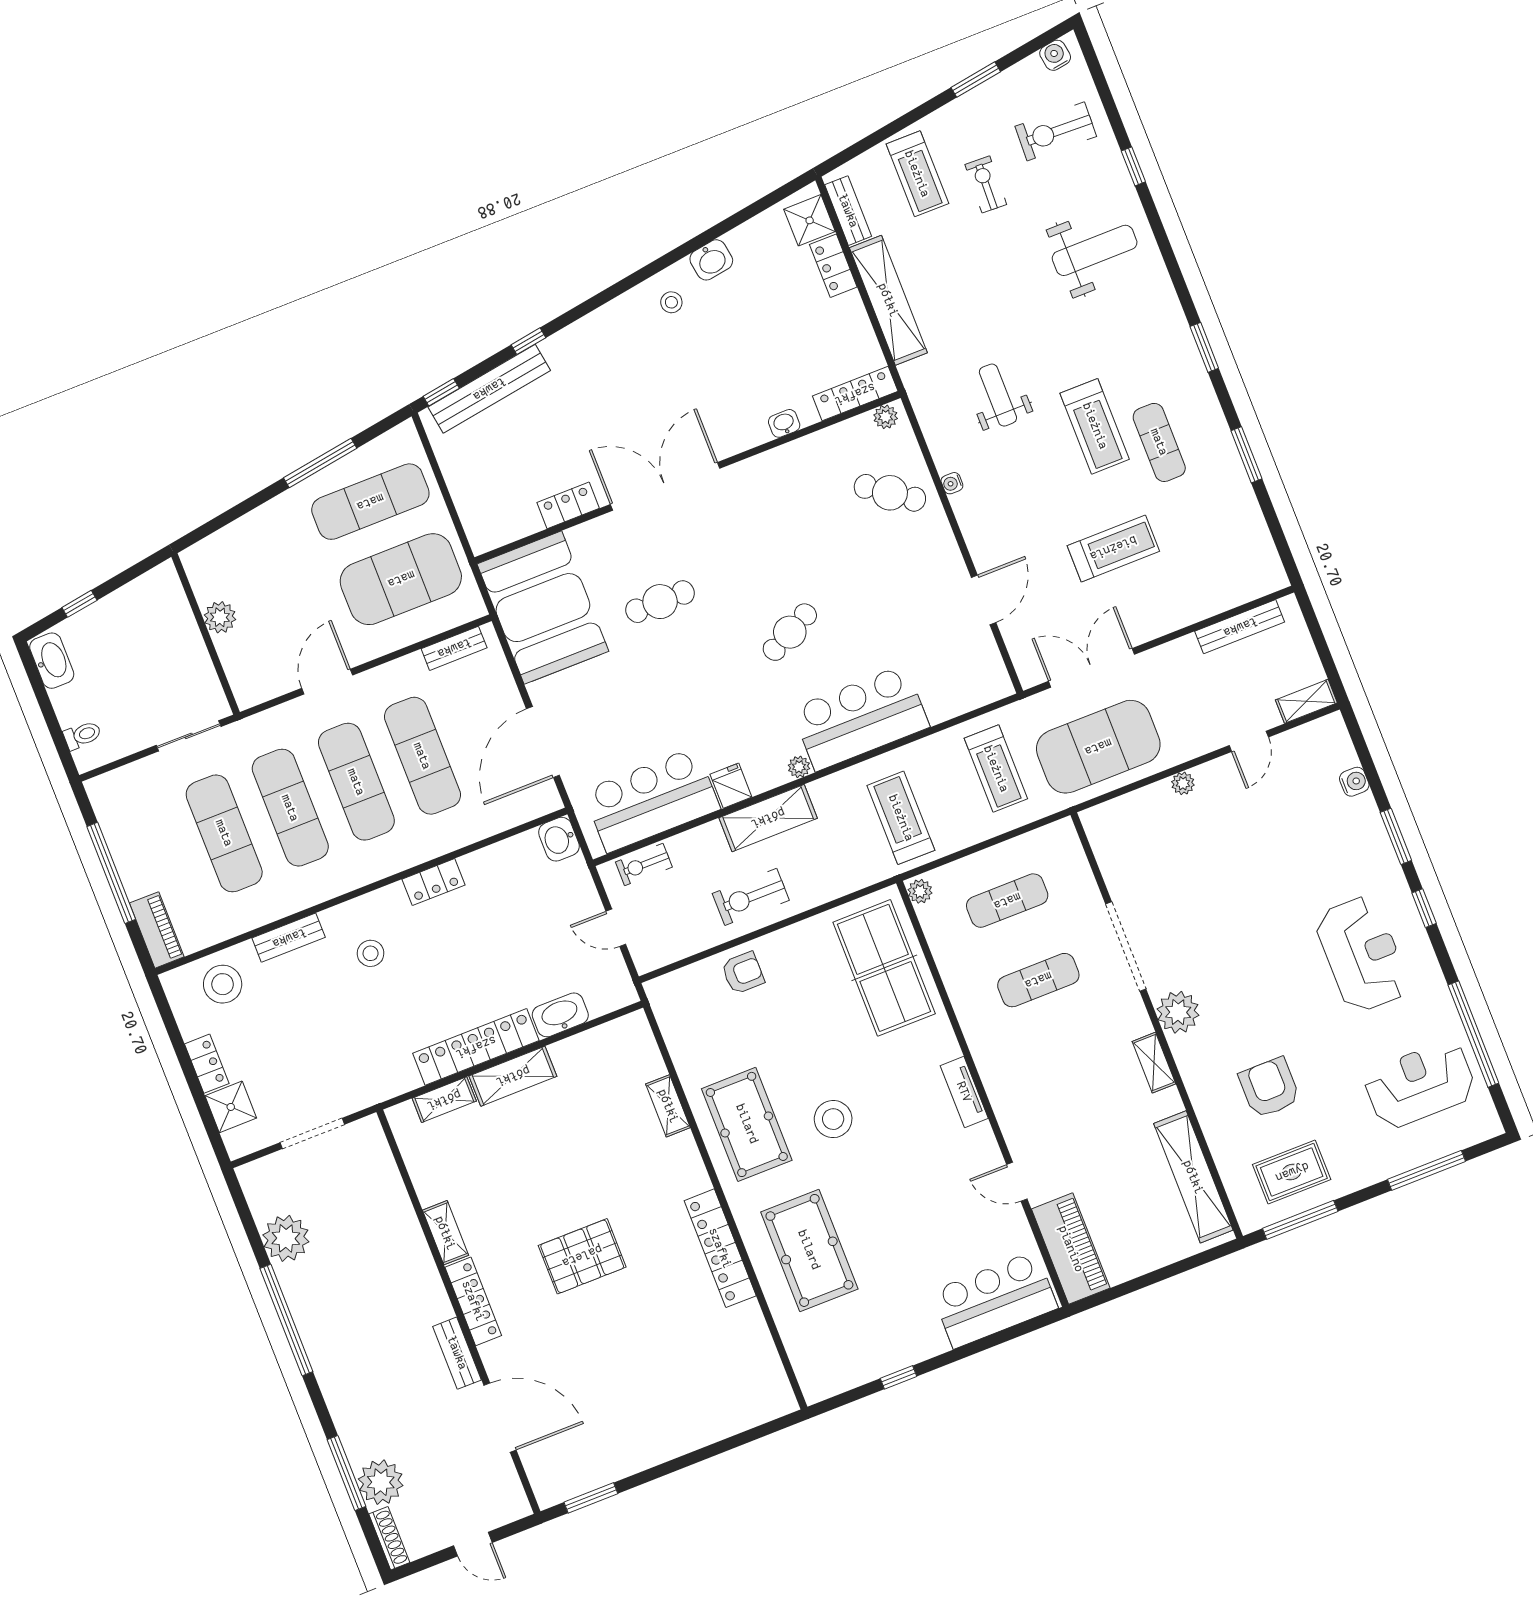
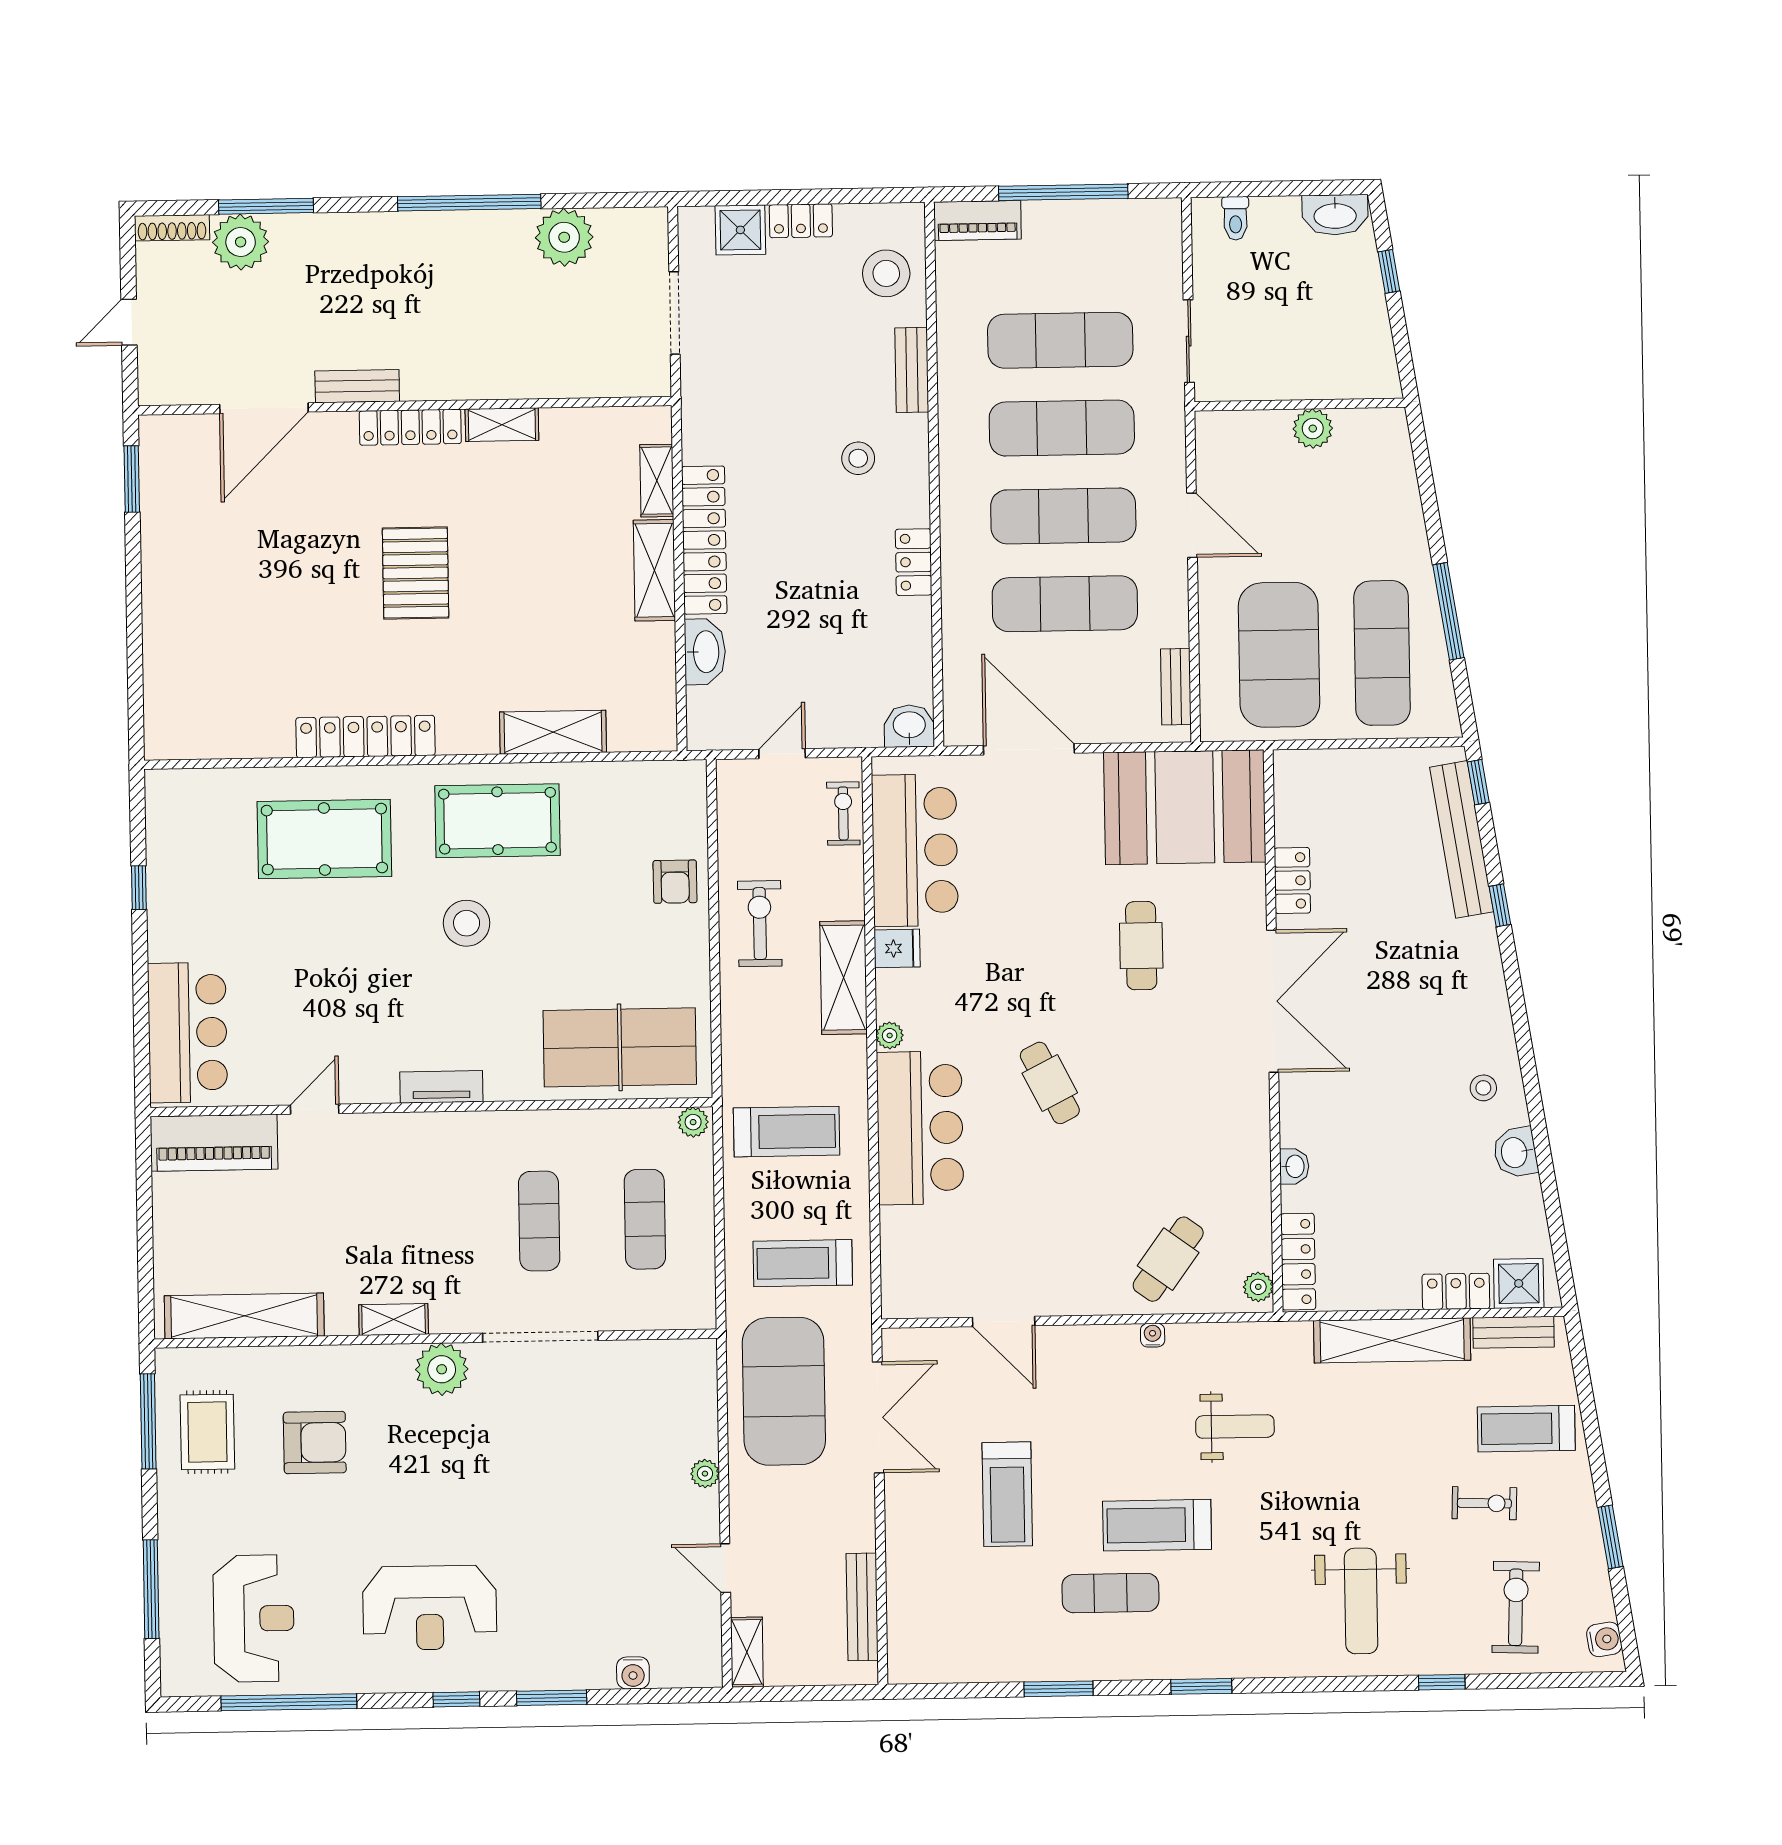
shelving: (668, 1106) -> (553, 732), width x1.50, depth x1.33

